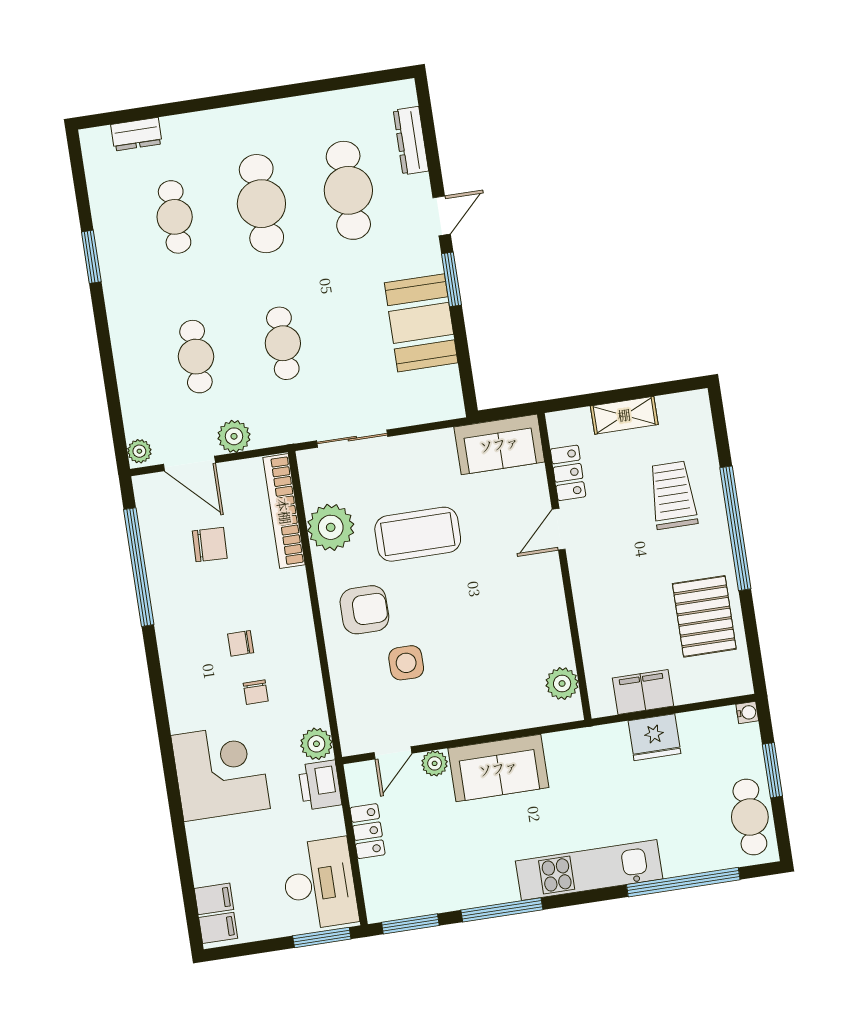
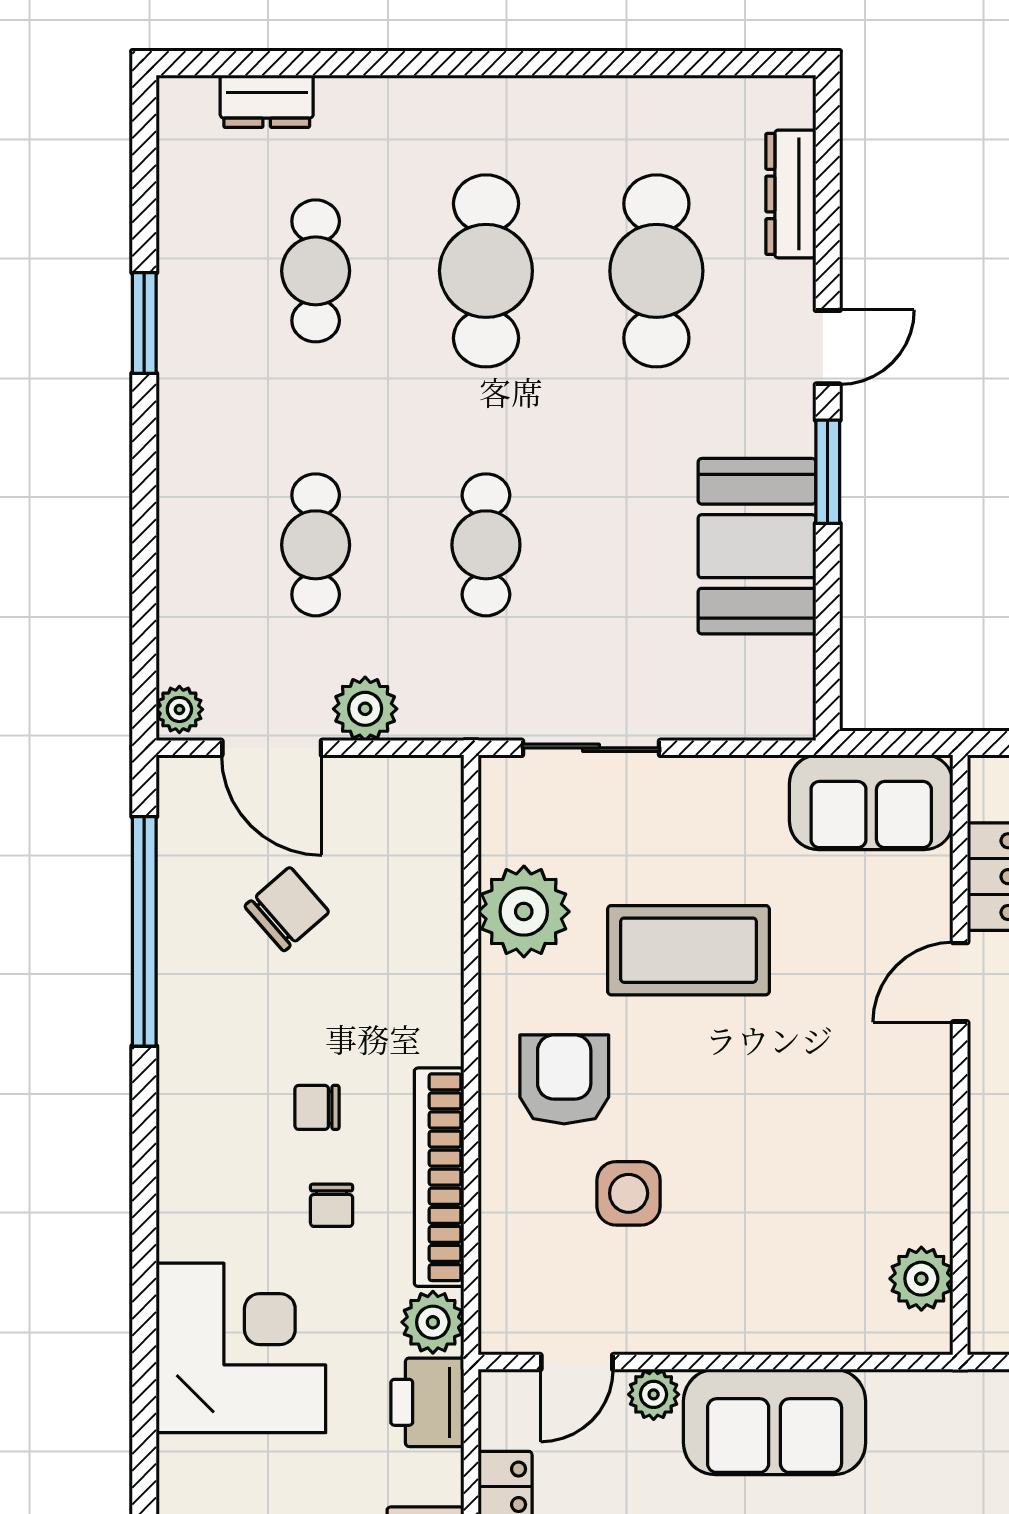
bookcase: (284, 511) -> (439, 1177), moved
chair: (210, 545) -> (287, 909), turned -43
armchair: (364, 610) -> (564, 1079), turned -90

